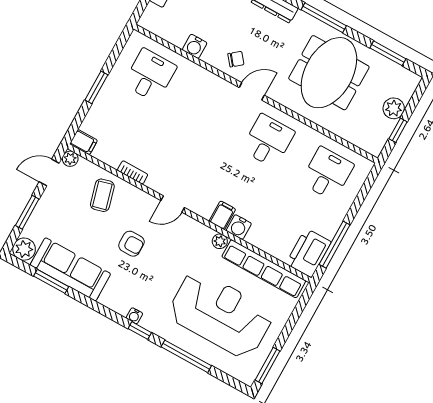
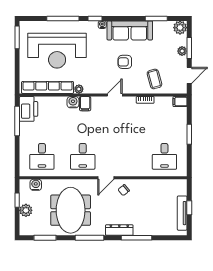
water cooler: (195, 46) -> (36, 185), moved
plant: (70, 159) -> (182, 51), moved
sofa: (70, 269) -> (130, 30), moved

